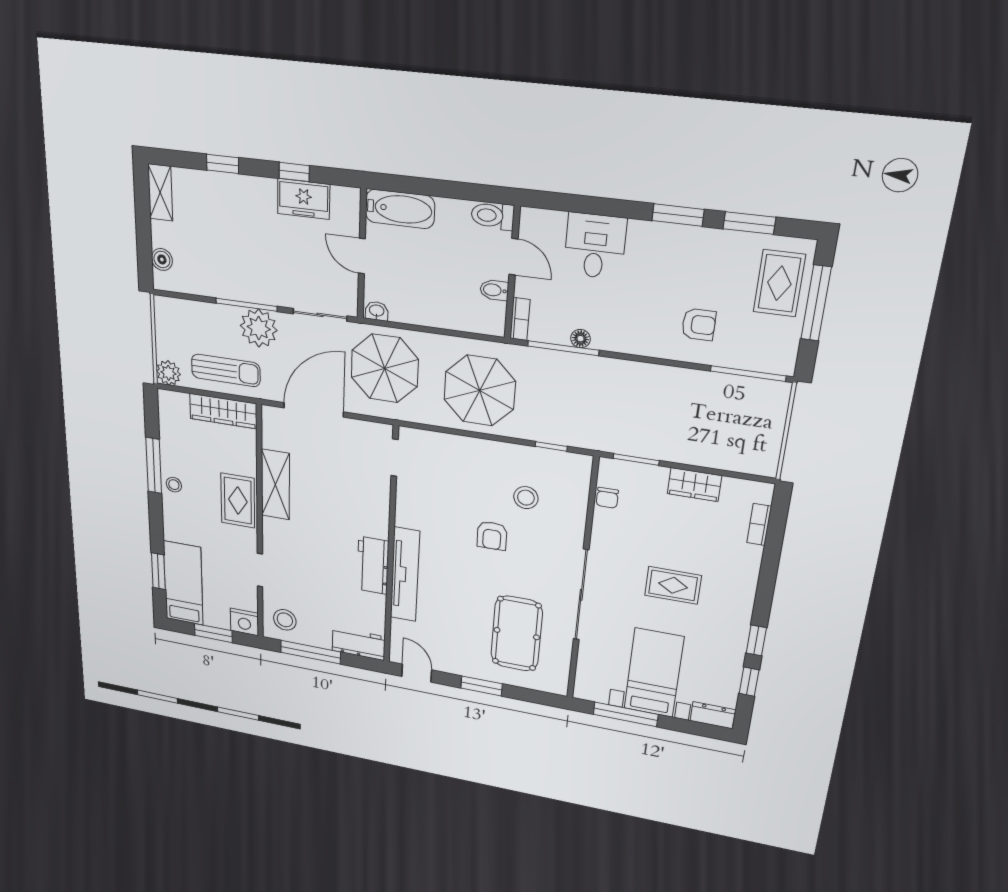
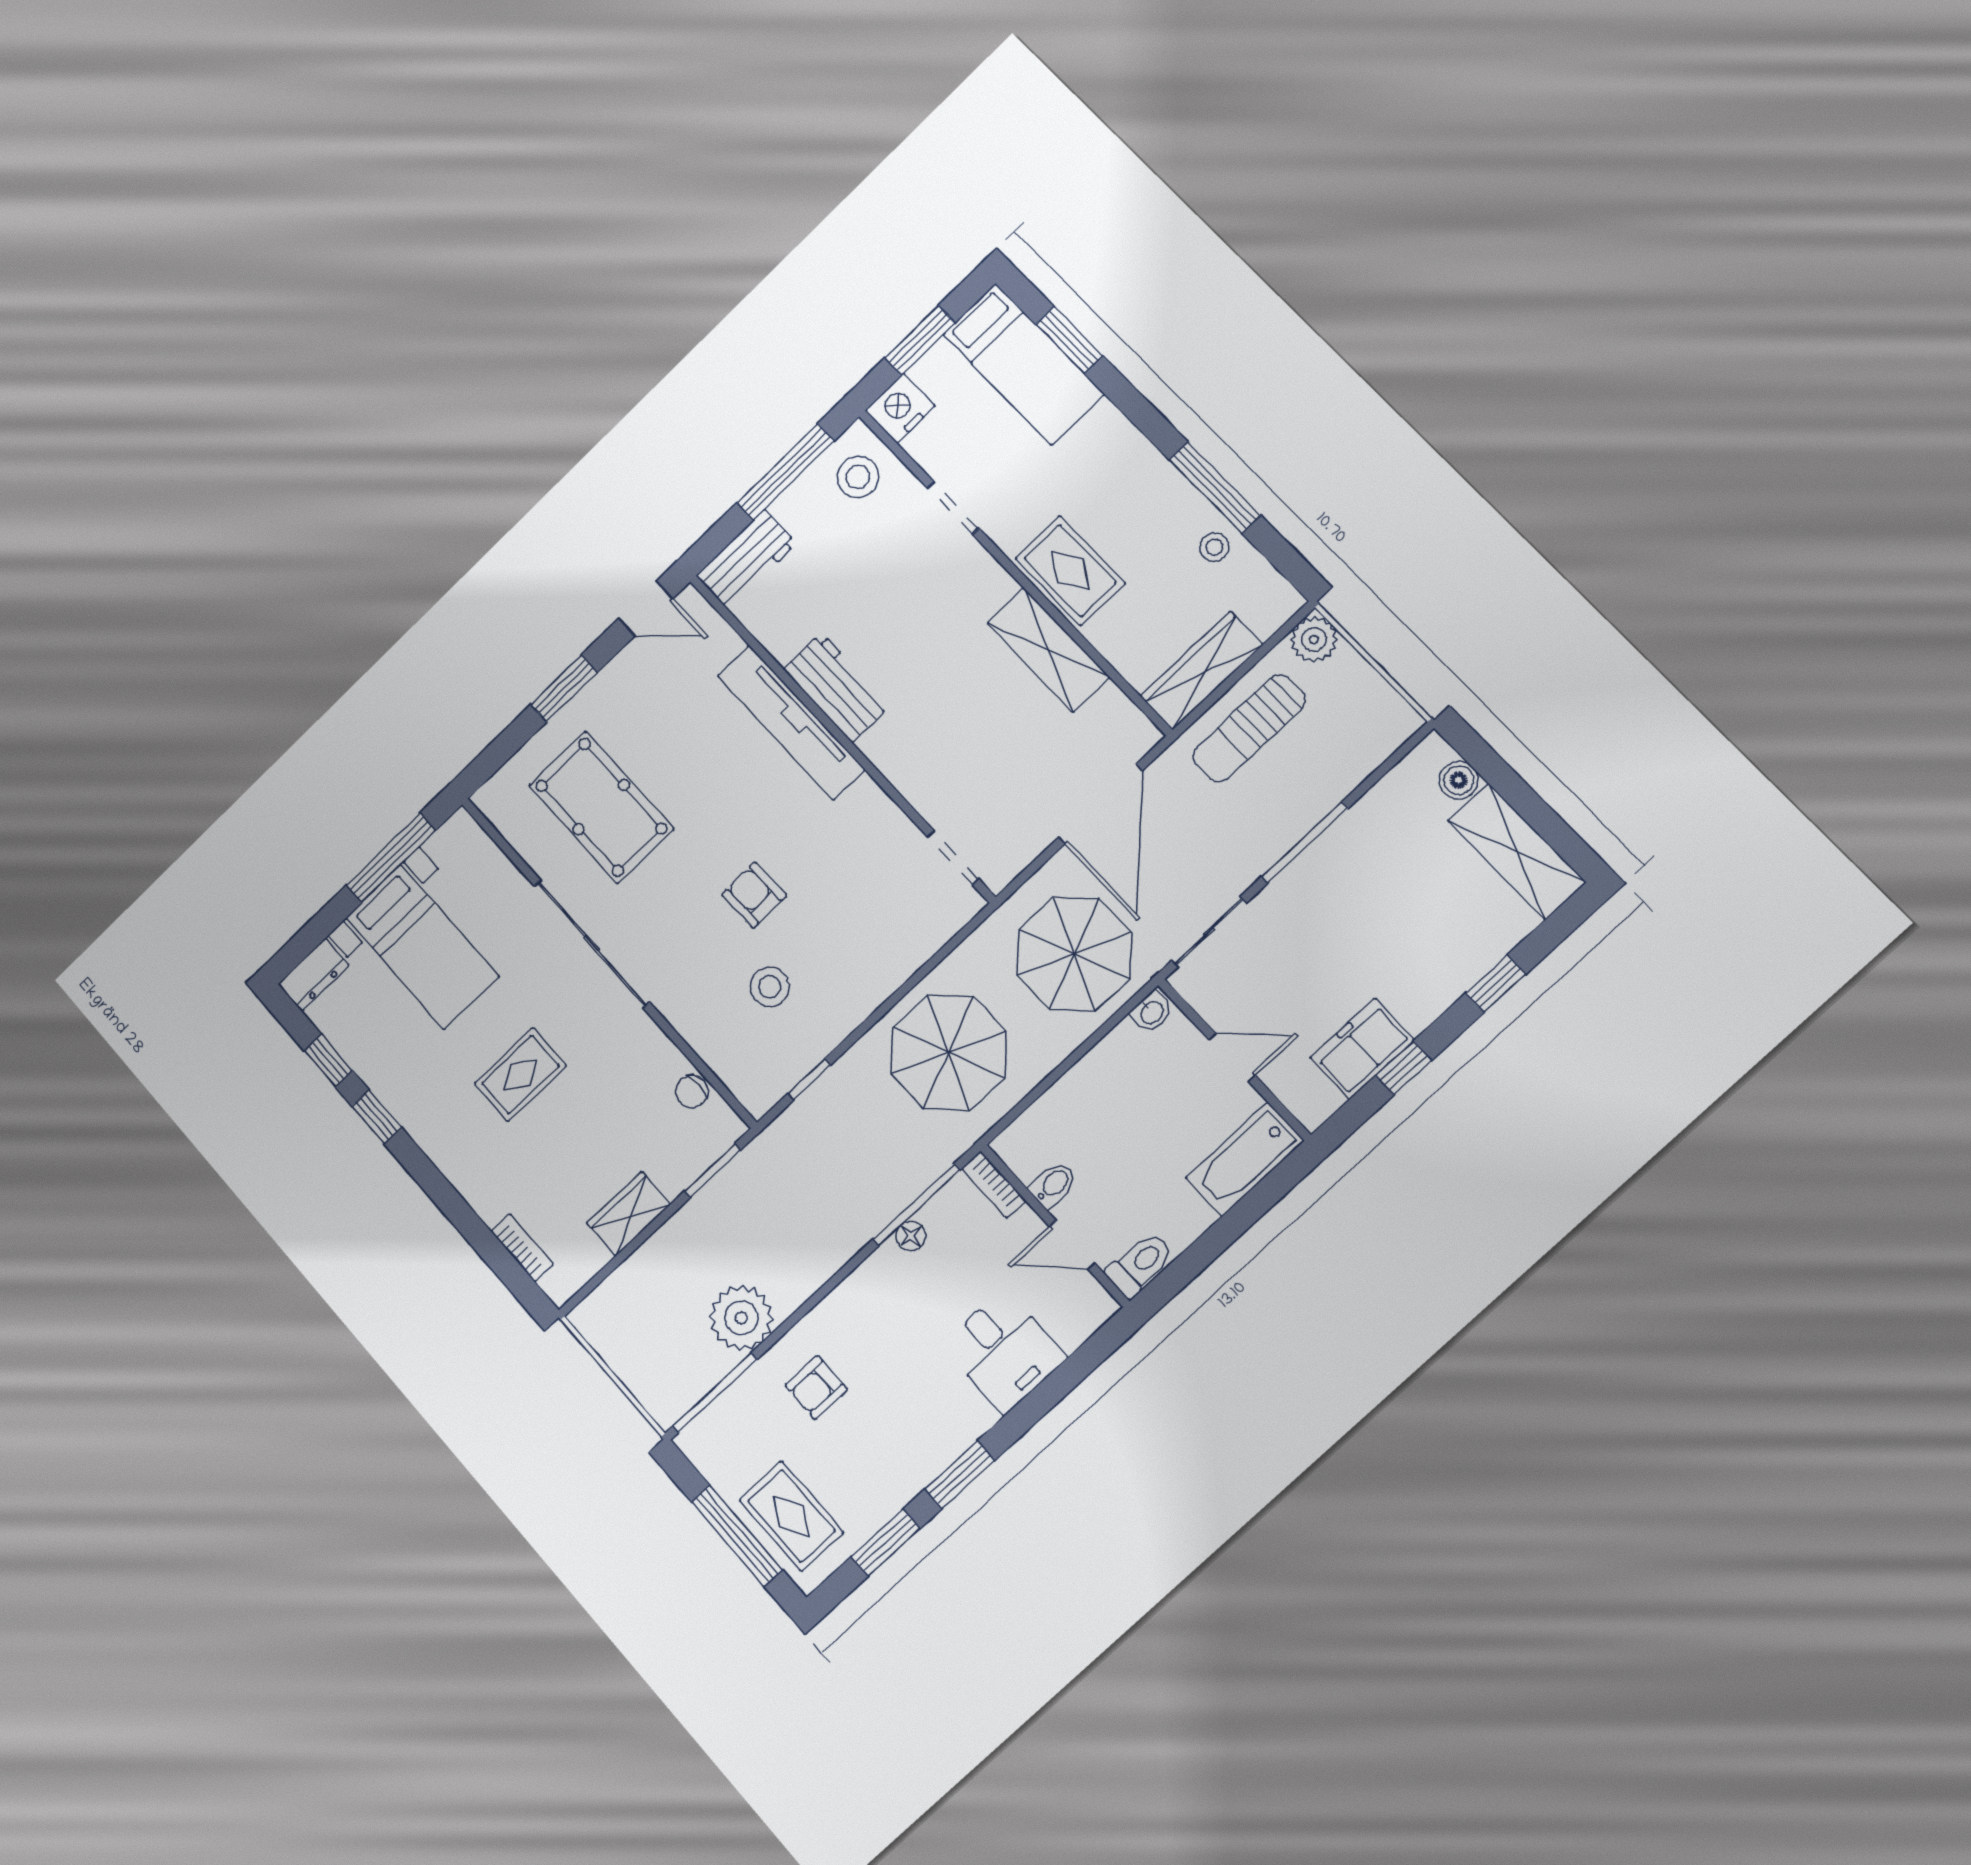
shelving: (160, 192) -> (1517, 851), width x1.50, depth x1.33
plant: (259, 328) -> (741, 1318), moved
stool: (174, 485) -> (1214, 547), moved
chair: (607, 498) -> (692, 1092), turned -90

